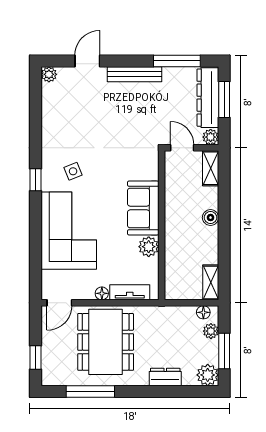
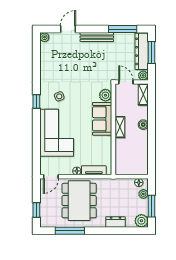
plant: (149, 247) -> (105, 95), moved
shelving: (211, 282) -> (120, 127), moved

